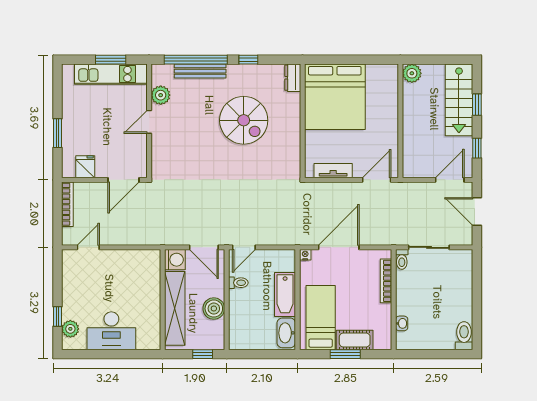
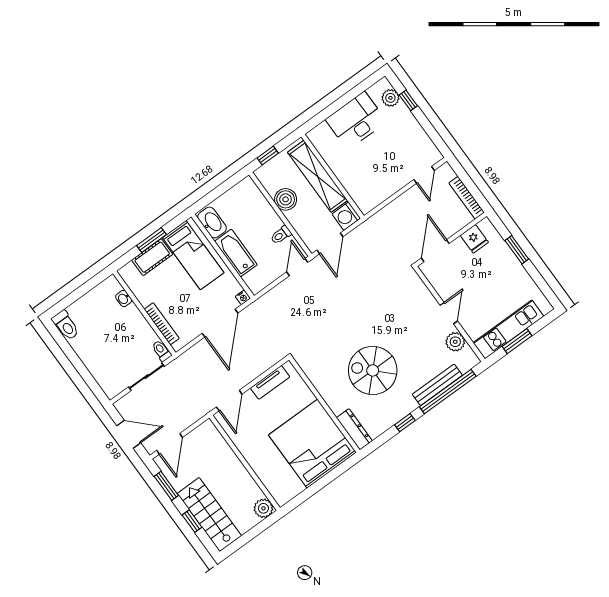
dresser: (293, 78) -> (354, 429), width x1.44
window: (477, 148) -> (166, 486), width x1.50
door: (204, 247) -> (330, 243), swing flipped

